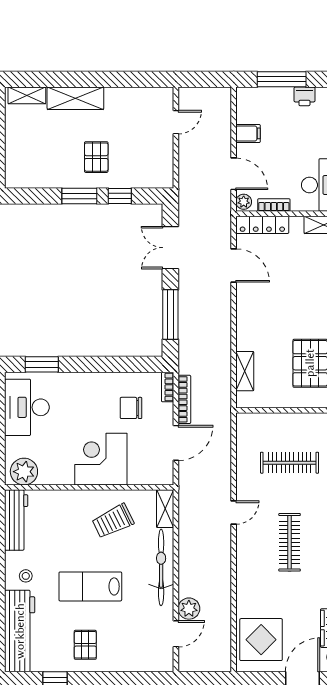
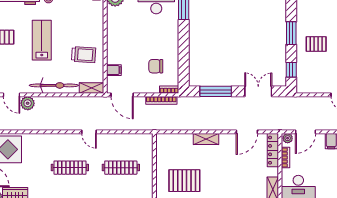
window: (120, 196) -> (291, 70), moved
shelving: (245, 371) -> (206, 139), moved
chair: (131, 408) -> (156, 66), turned -90
door: (176, 443) -> (122, 95), moved
corner desk: (101, 459) -> (123, 47), removed
clothes rail: (290, 463) -> (121, 168), turned 90
filing cabinet: (137, 474) -> (114, 70), added
trolley: (113, 521) -> (84, 55), turned 120

